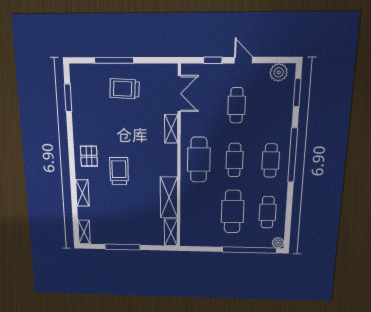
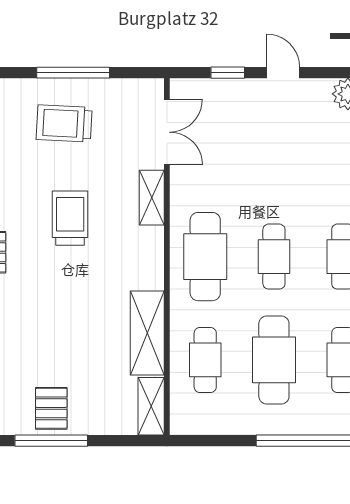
window: (114, 60) -> (73, 73), moved
cafe table: (236, 105) -> (205, 360), moved
trolley: (119, 171) -> (70, 218), moved
pallet: (122, 232) -> (51, 408), added

